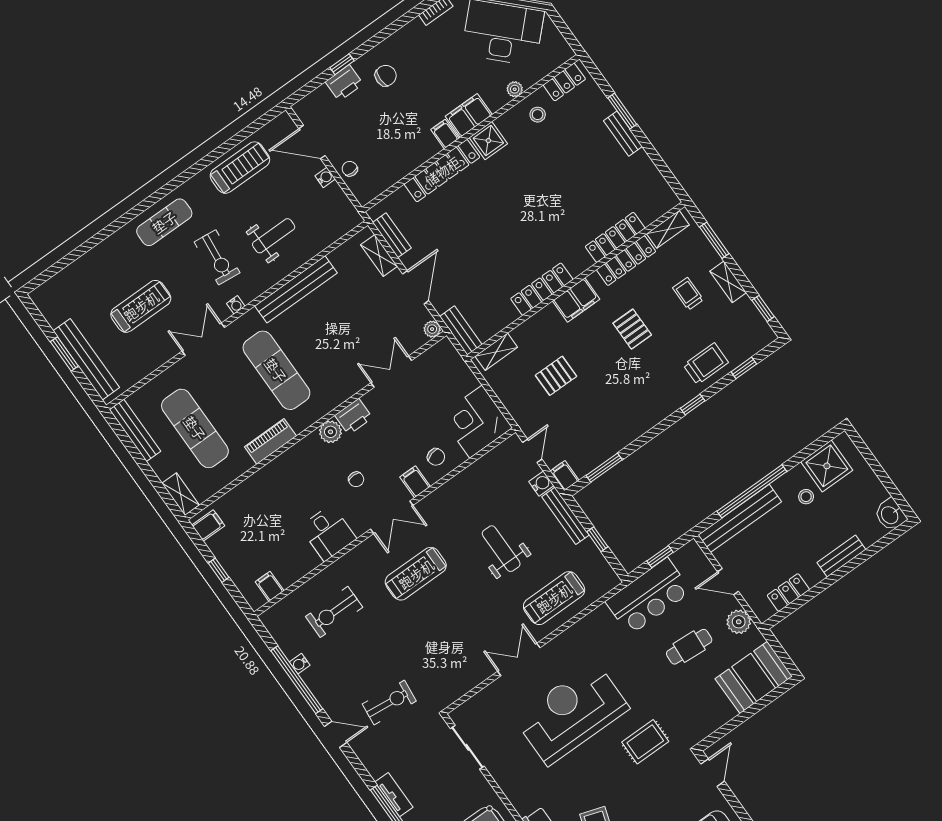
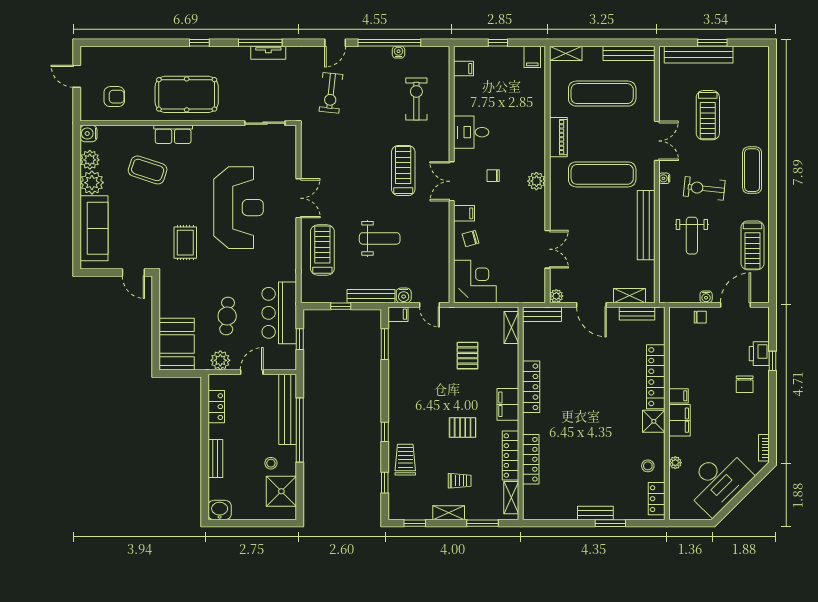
trolley: (706, 364) -> (405, 460), turned 180
printer: (354, 417) -> (536, 203), removed

